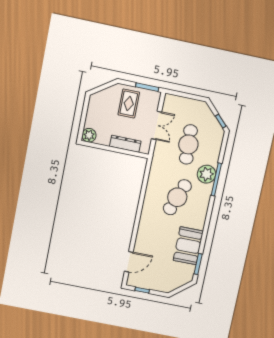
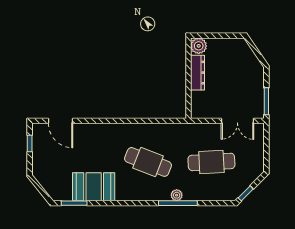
rug: (129, 103) -> (244, 84), removed
double door: (157, 125) -> (237, 121), moved
dresser: (125, 144) -> (197, 73), moved
plant: (206, 174) -> (177, 195), width x0.53, depth x0.53

